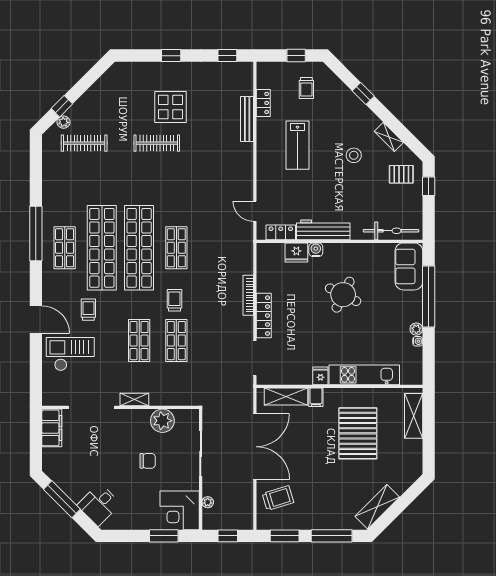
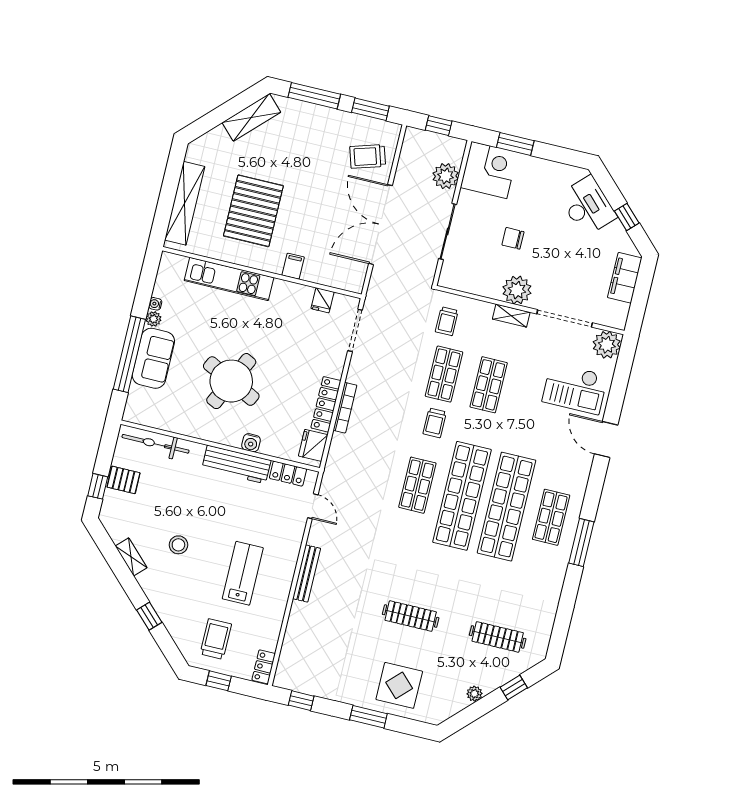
window: (171, 56) -> (368, 717), width x1.50
trolley: (306, 88) -> (216, 639), width x1.36, depth x1.39
locker: (263, 103) -> (264, 667), moved
display table: (170, 107) -> (399, 685), moved
bench: (247, 119) -> (307, 574), moved
plant: (64, 122) -> (474, 694), moved
pallet: (401, 174) -> (124, 480), moved
window: (36, 234) -> (581, 543), width x0.68
fridge: (296, 253) -> (313, 445), moved, turned -90
sofa: (409, 266) -> (153, 358), moved
round table: (343, 295) -> (231, 381), width x1.36, depth x1.36
trolley: (88, 310) -> (447, 321), moved
locker: (264, 316) -> (326, 404), moved
fridge: (320, 376) -> (323, 300), moved
plant: (53, 395) -> (607, 345), added
shelving: (286, 396) -> (329, 276), removed
shelving: (414, 416) -> (185, 203), width x1.47
plant: (162, 421) -> (517, 290), moved
filing cabinet: (52, 428) -> (625, 278), moved
window: (62, 499) -> (627, 217), width x0.46
plant: (208, 502) -> (446, 176), width x1.88, depth x1.88
desk: (99, 504) -> (587, 206), width x1.37

